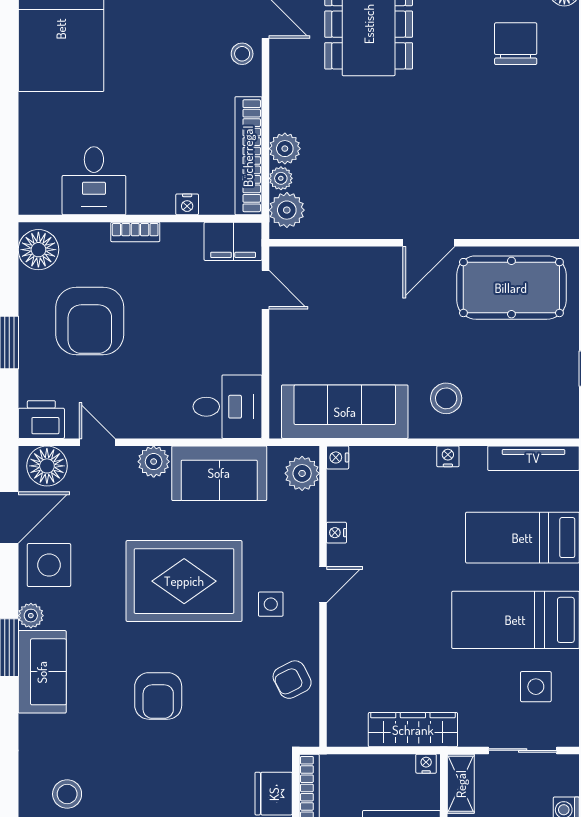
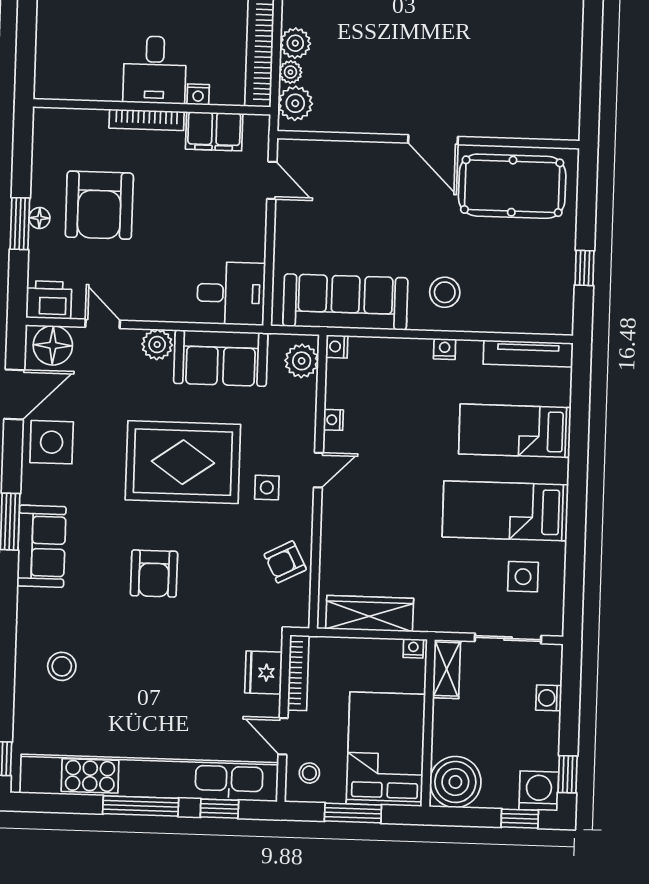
desk: (94, 181) -> (155, 70), moved
bookcase: (135, 232) -> (147, 120), width x1.56
filing cabinet: (233, 241) -> (214, 131), moved
door: (429, 243) -> (433, 140), hinge flipped
floor lamp: (38, 250) -> (39, 218), moved, width x0.53, depth x0.53
plant: (31, 616) -> (32, 491), removed
wardrobe: (413, 730) -> (370, 614), moved

